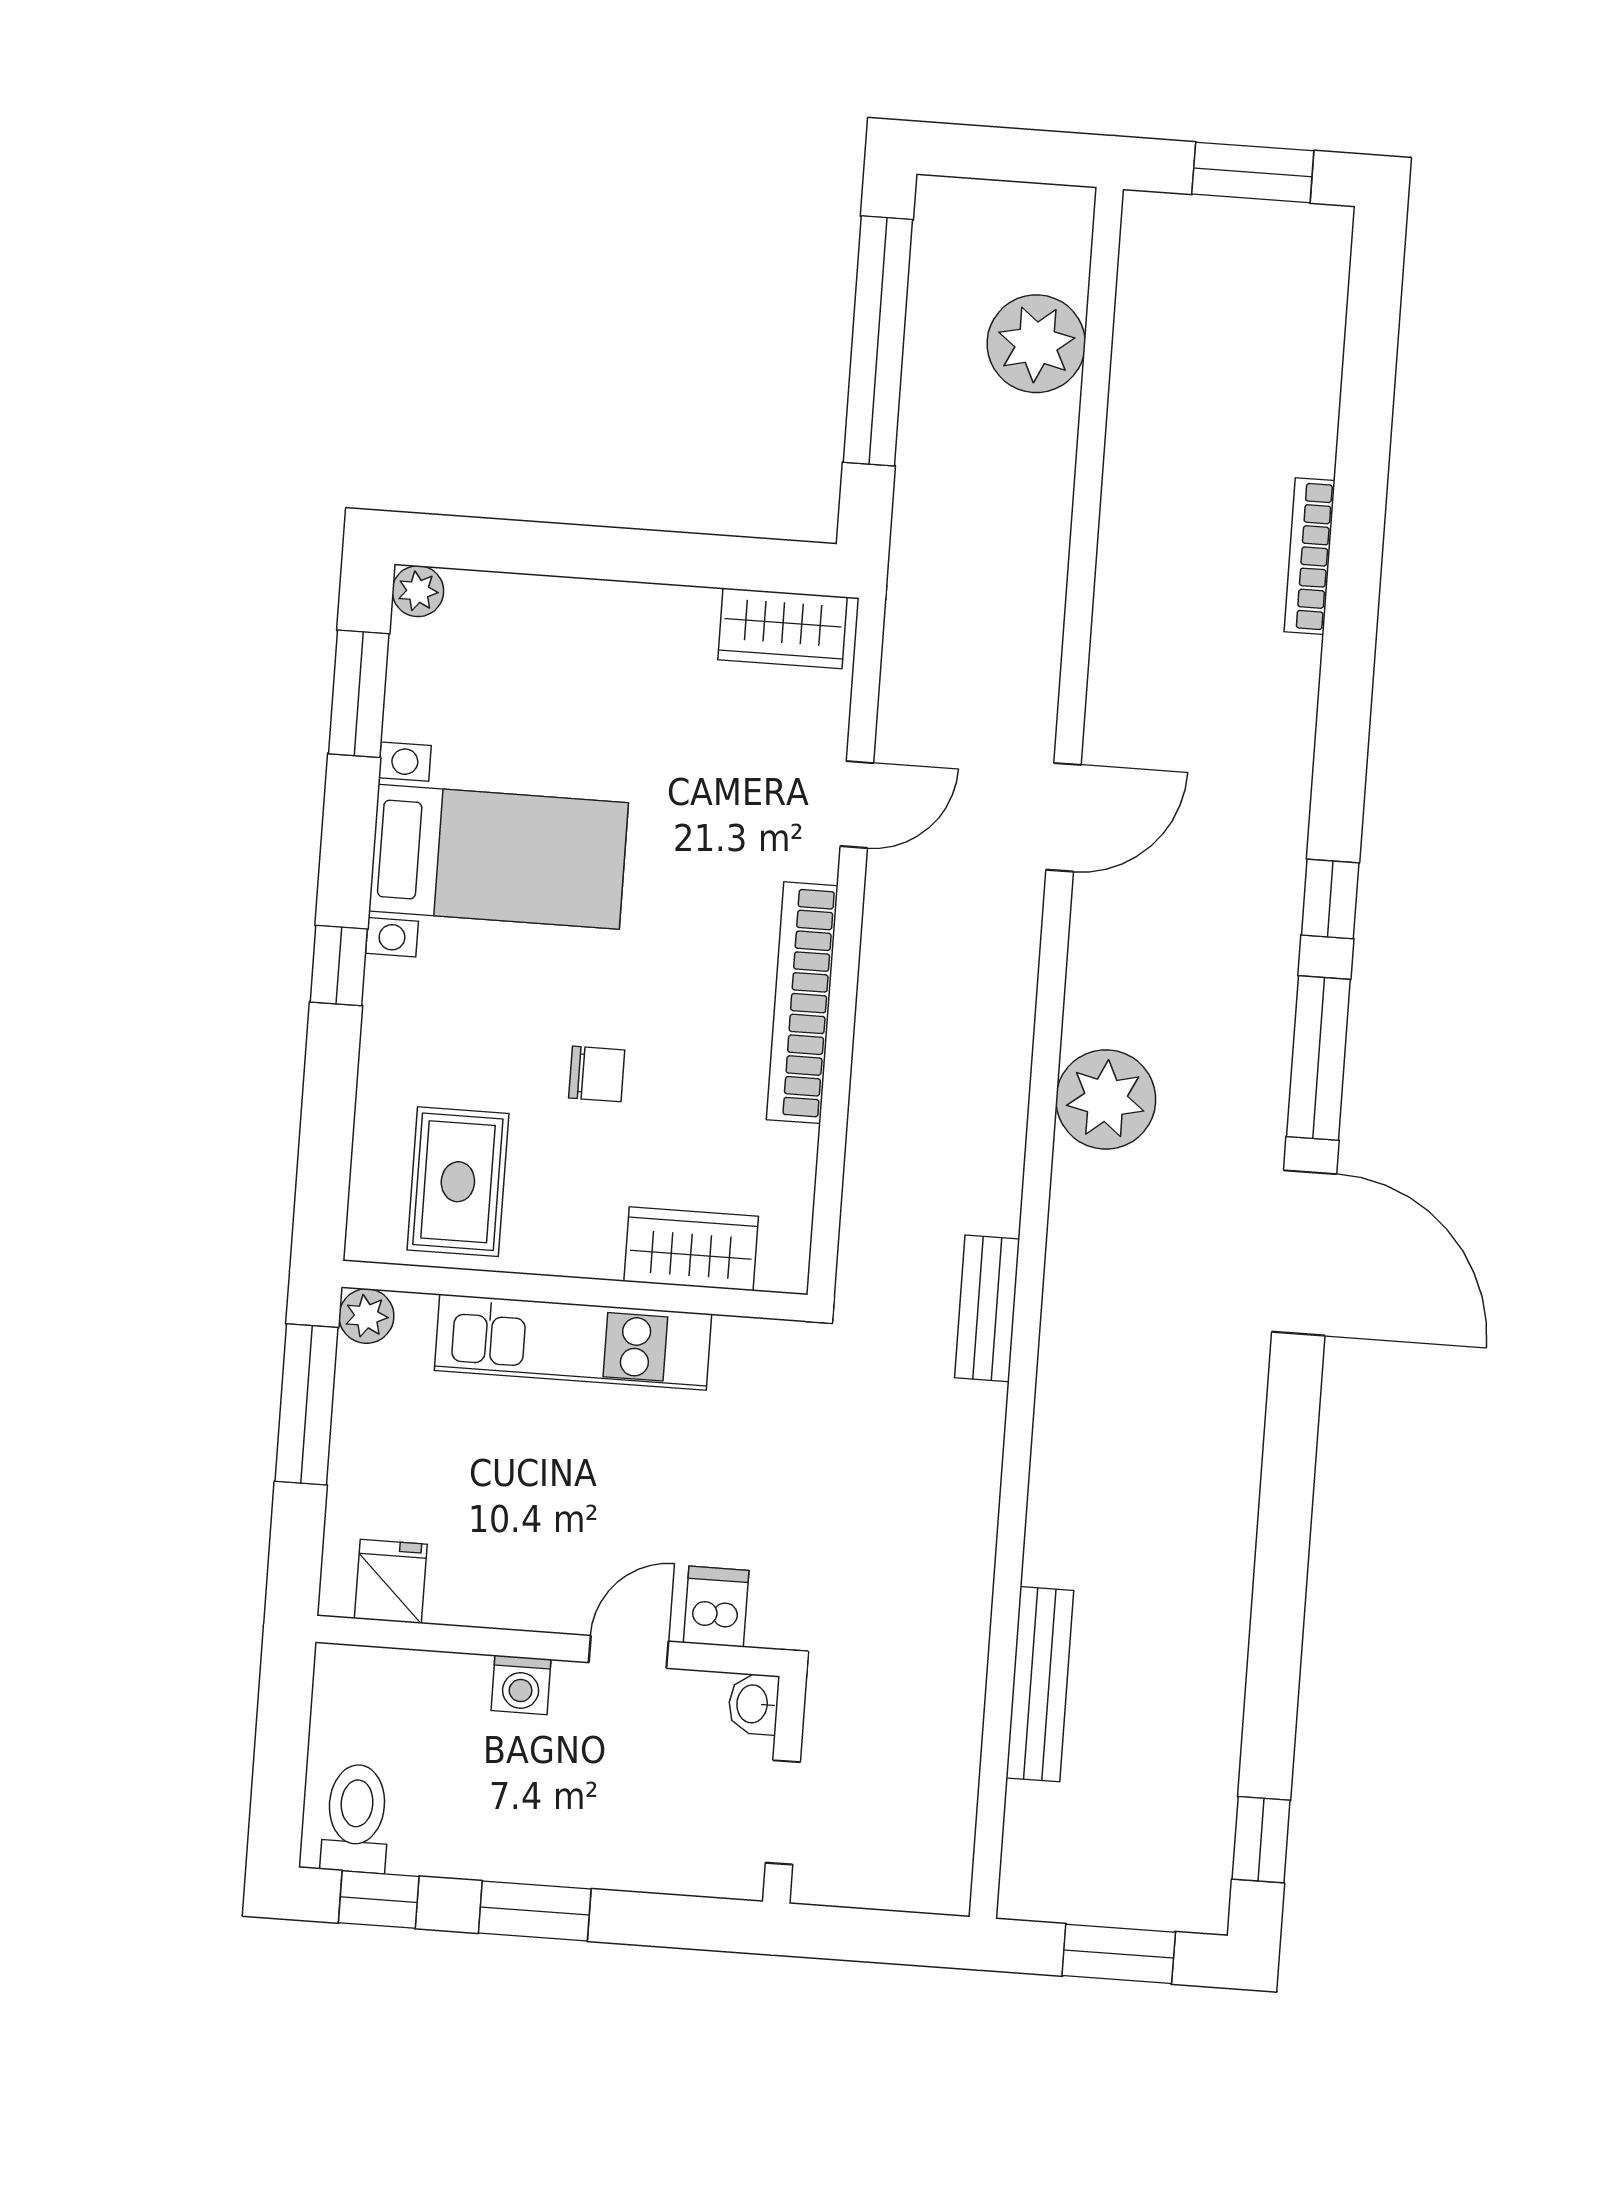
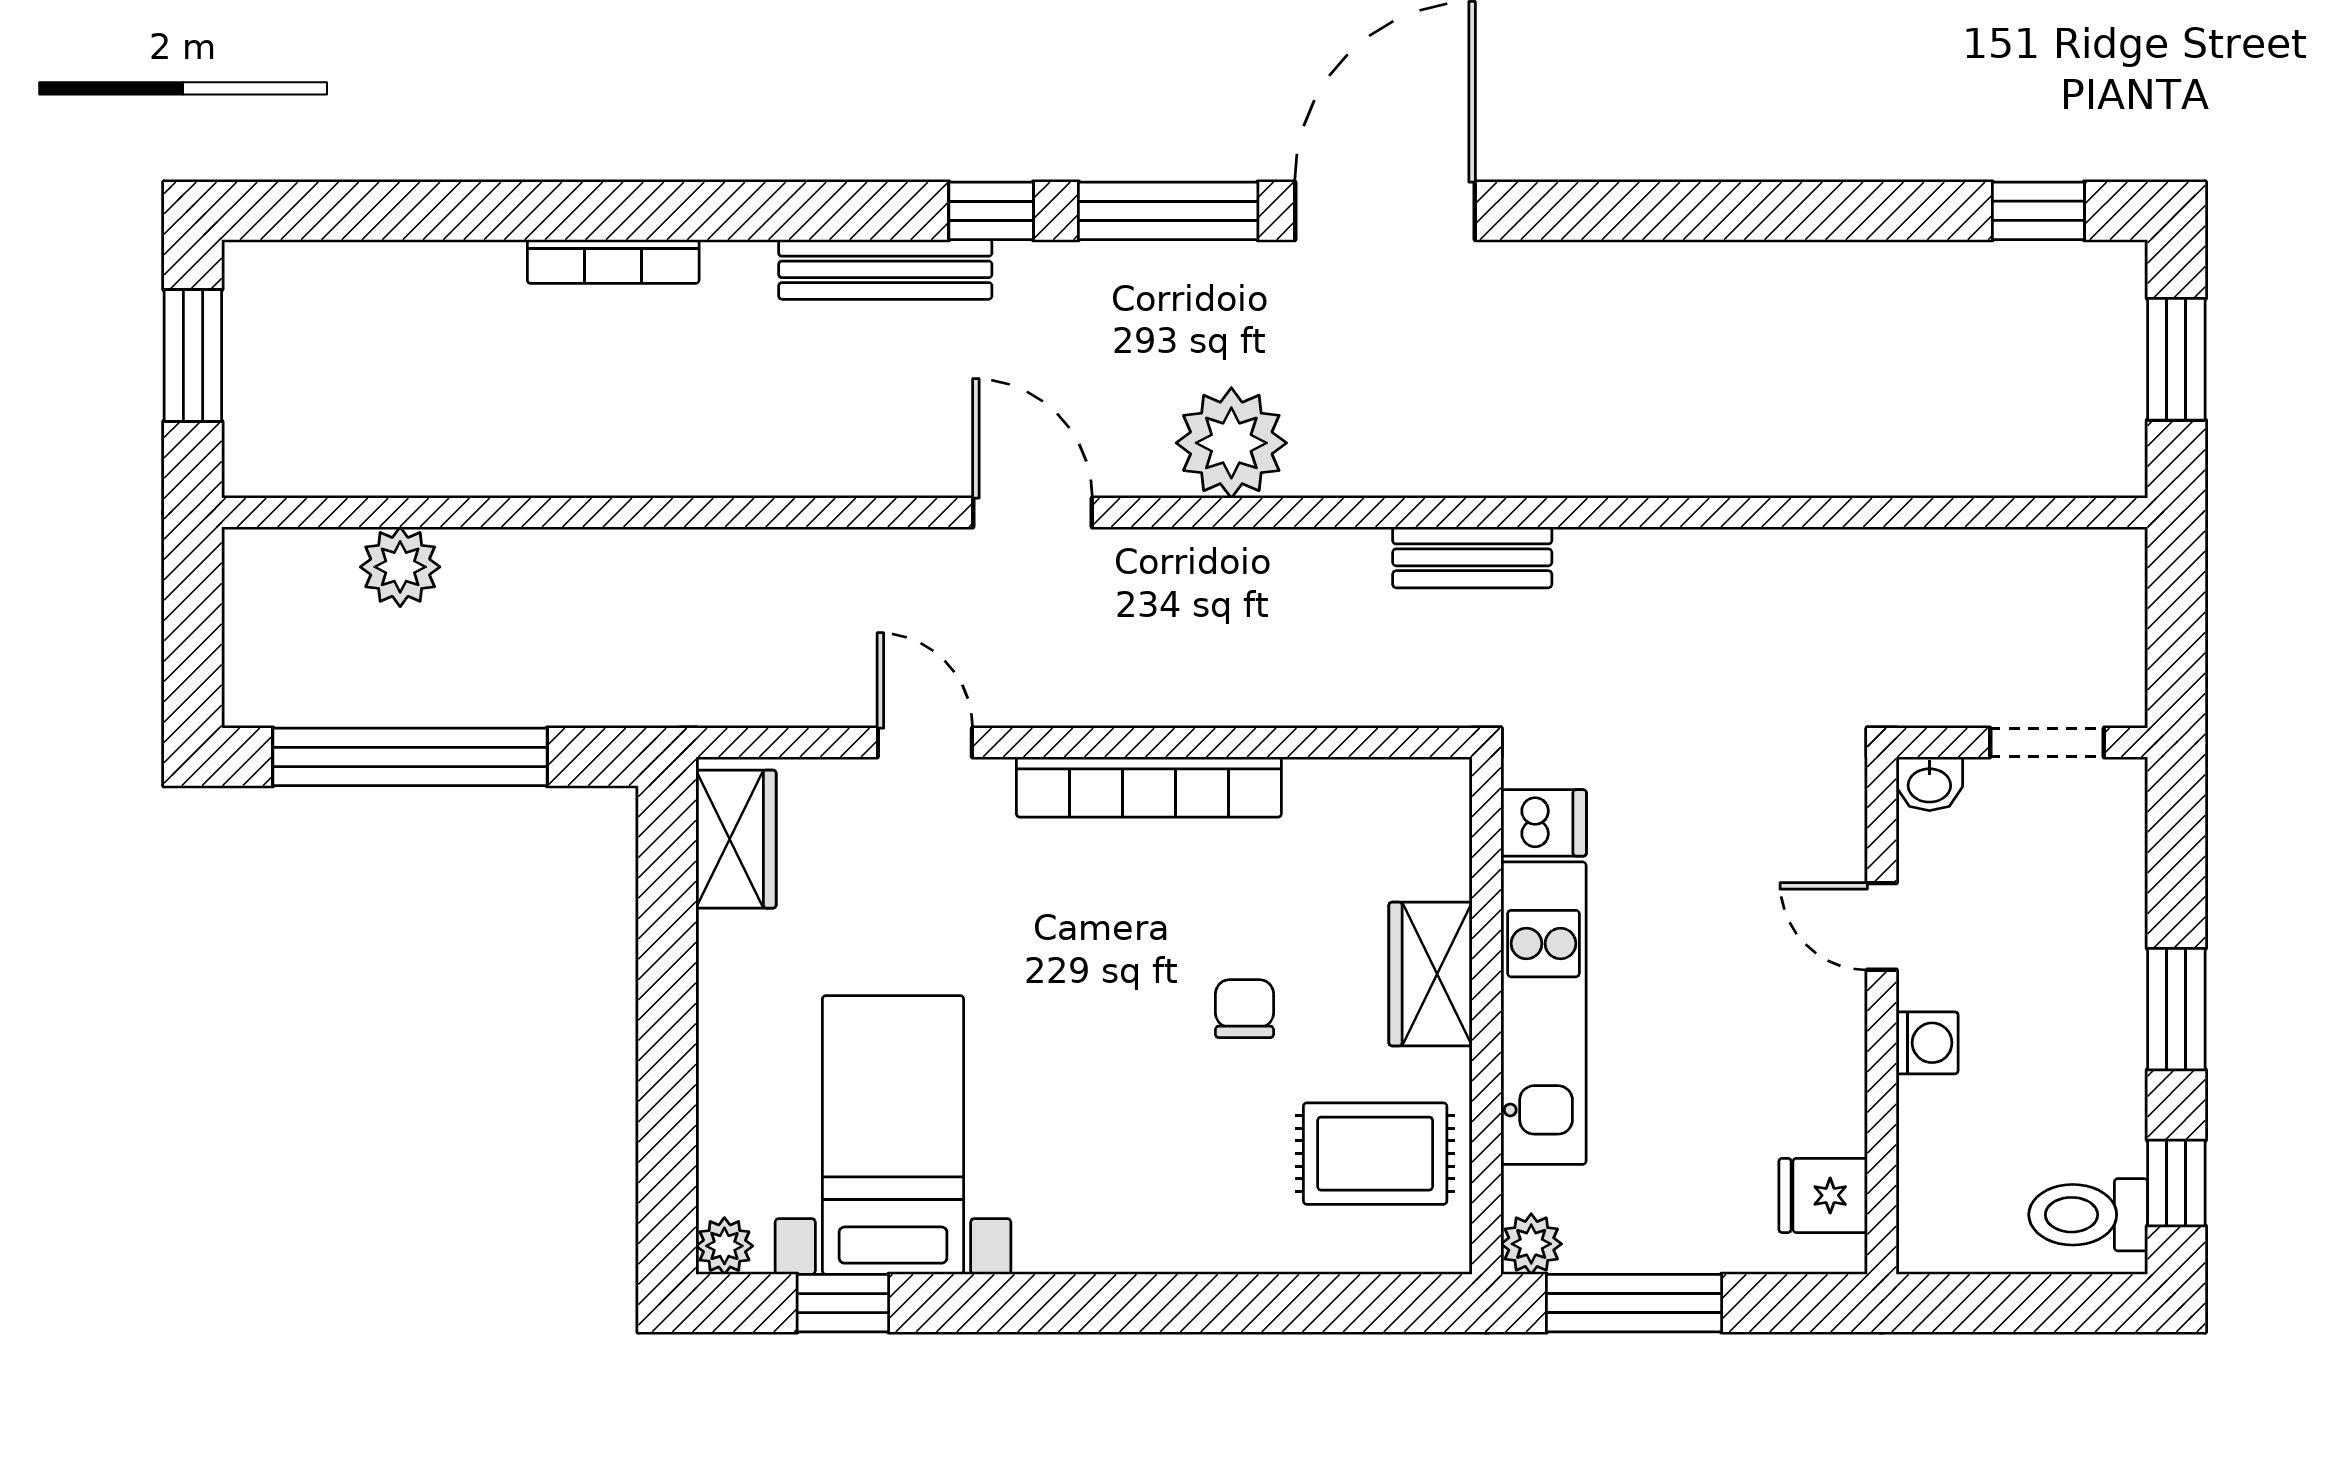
plant: (1036, 344) -> (400, 567), width x0.73, depth x0.73
window: (359, 694) -> (843, 1303), width x0.67
door: (1064, 817) -> (1032, 513), moved
bed with nightstands: (499, 857) -> (893, 1135), moved
window: (339, 965) -> (1145, 1303), removed
wardrobe: (691, 1249) -> (1430, 974), moved
dishwasher: (716, 1607) -> (1544, 823), moved, turned 180
bench: (1040, 1684) -> (885, 269), moved

